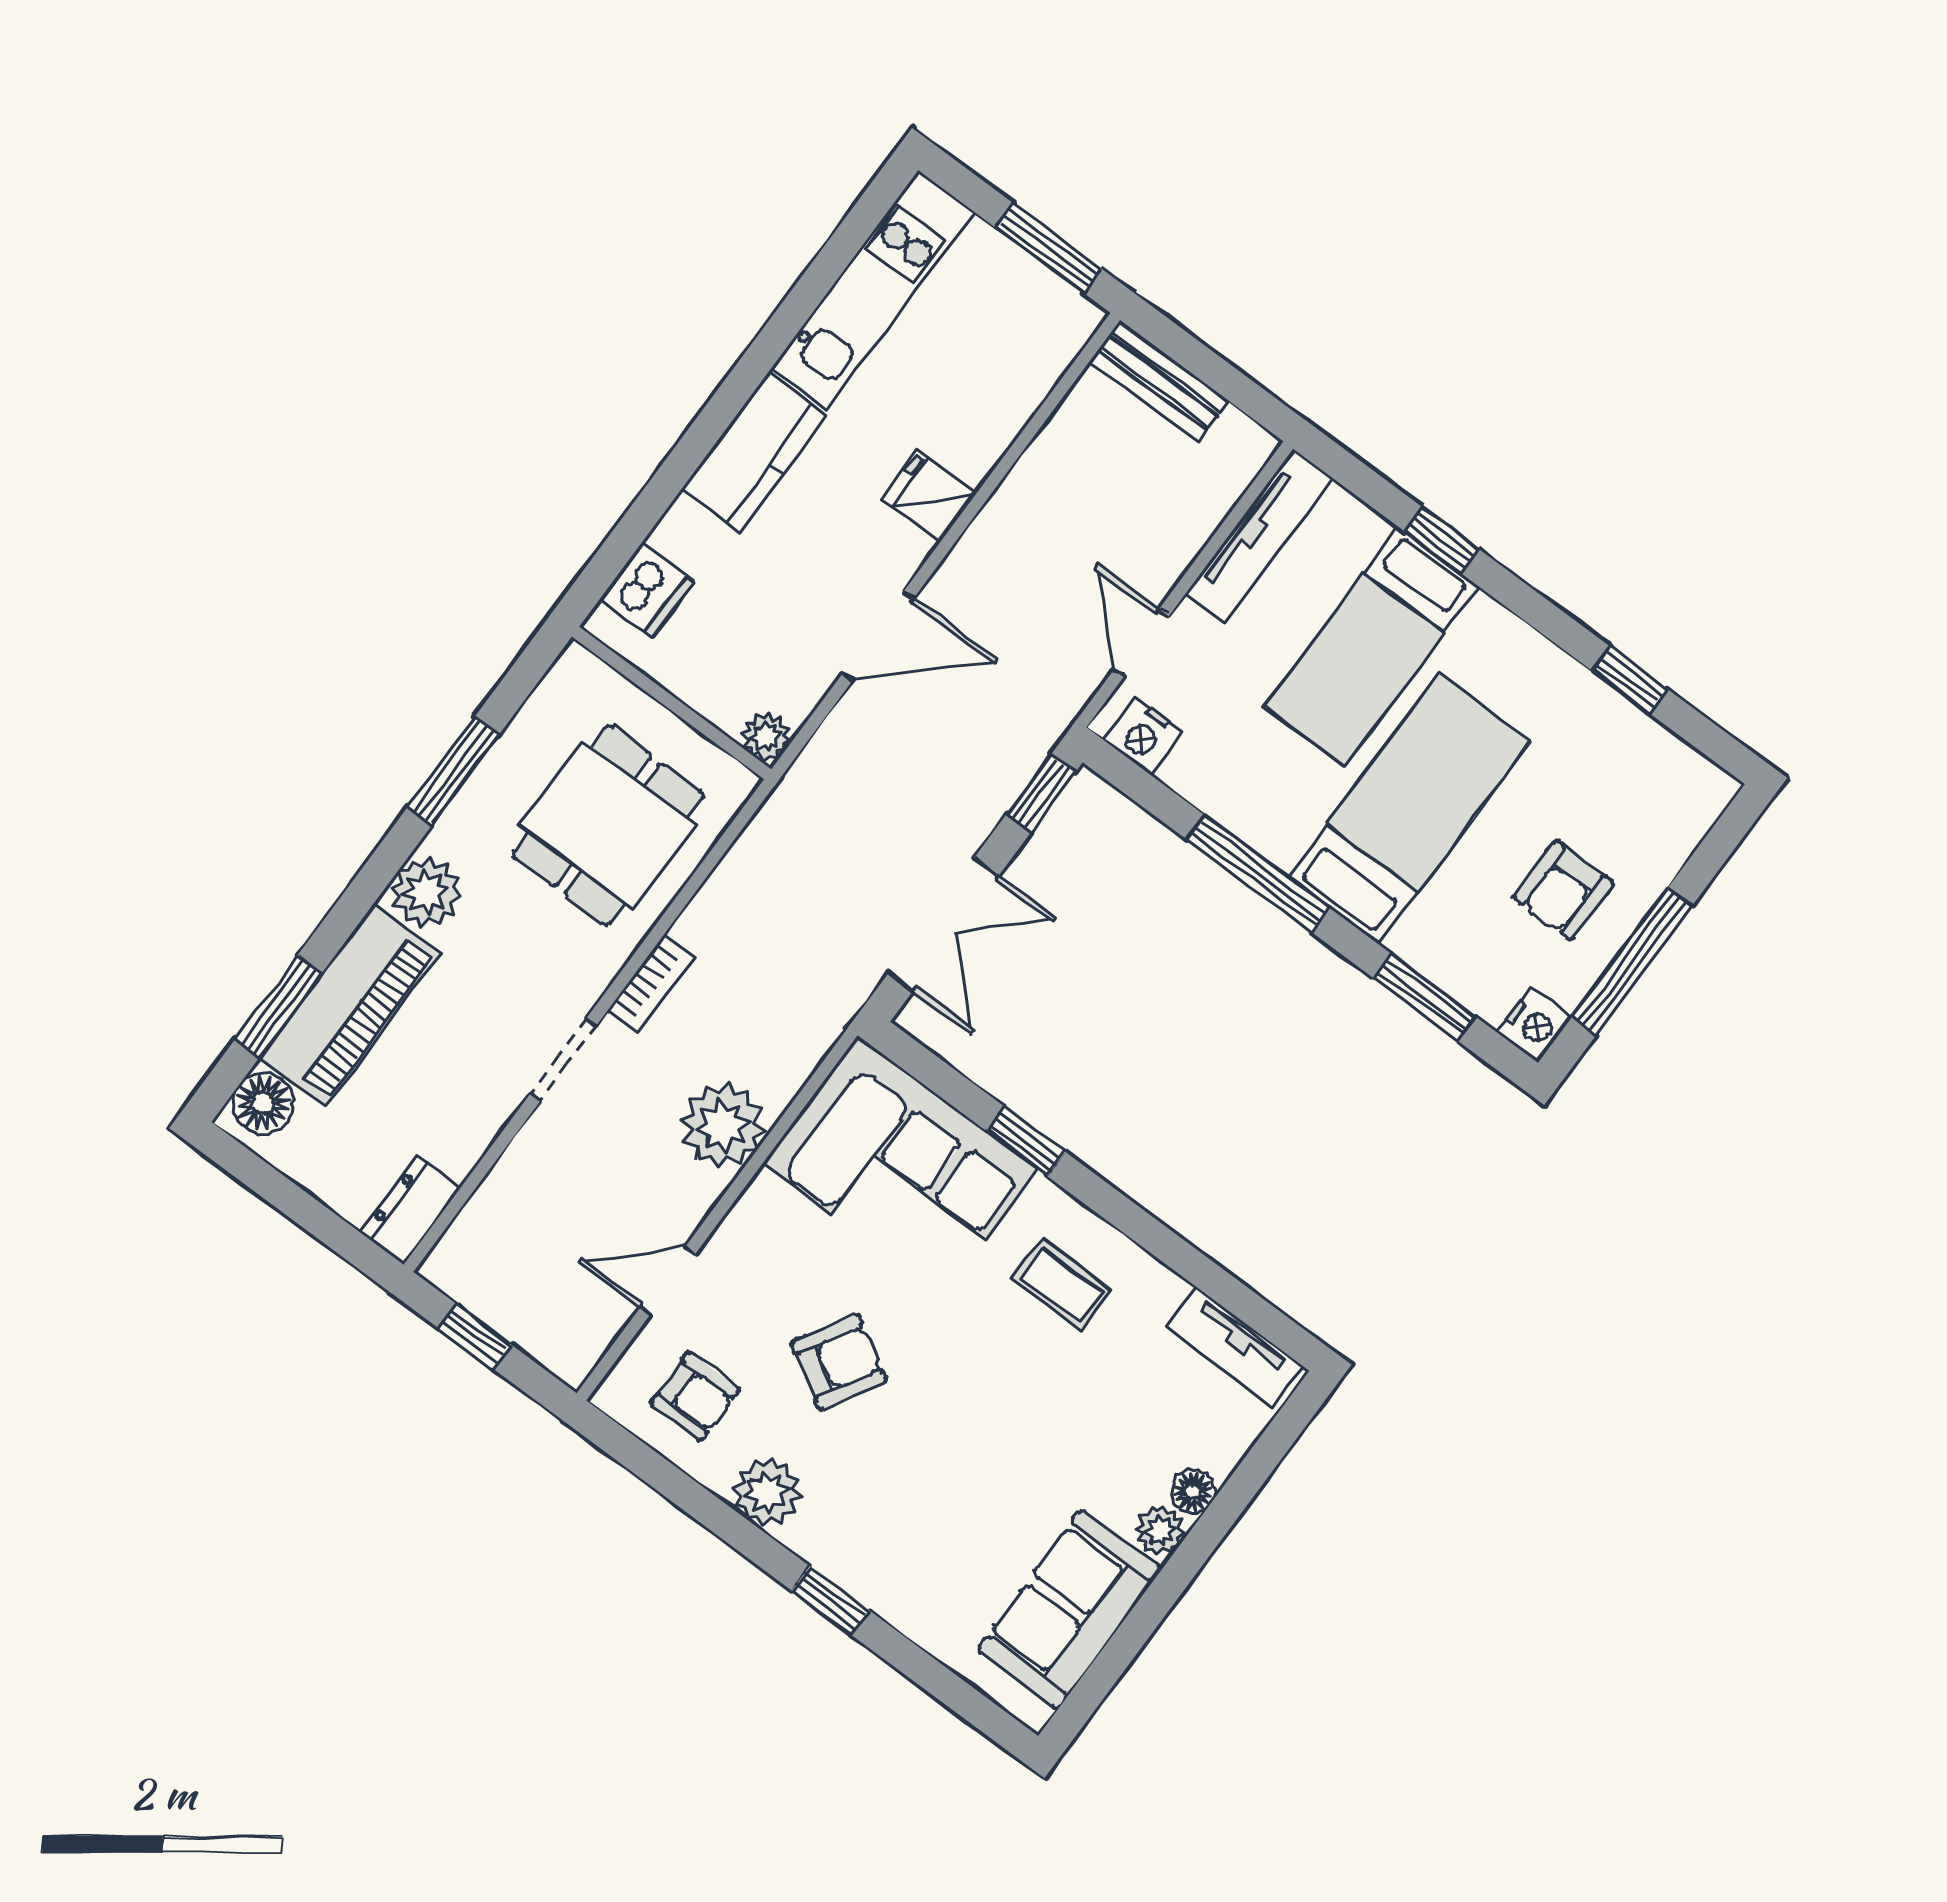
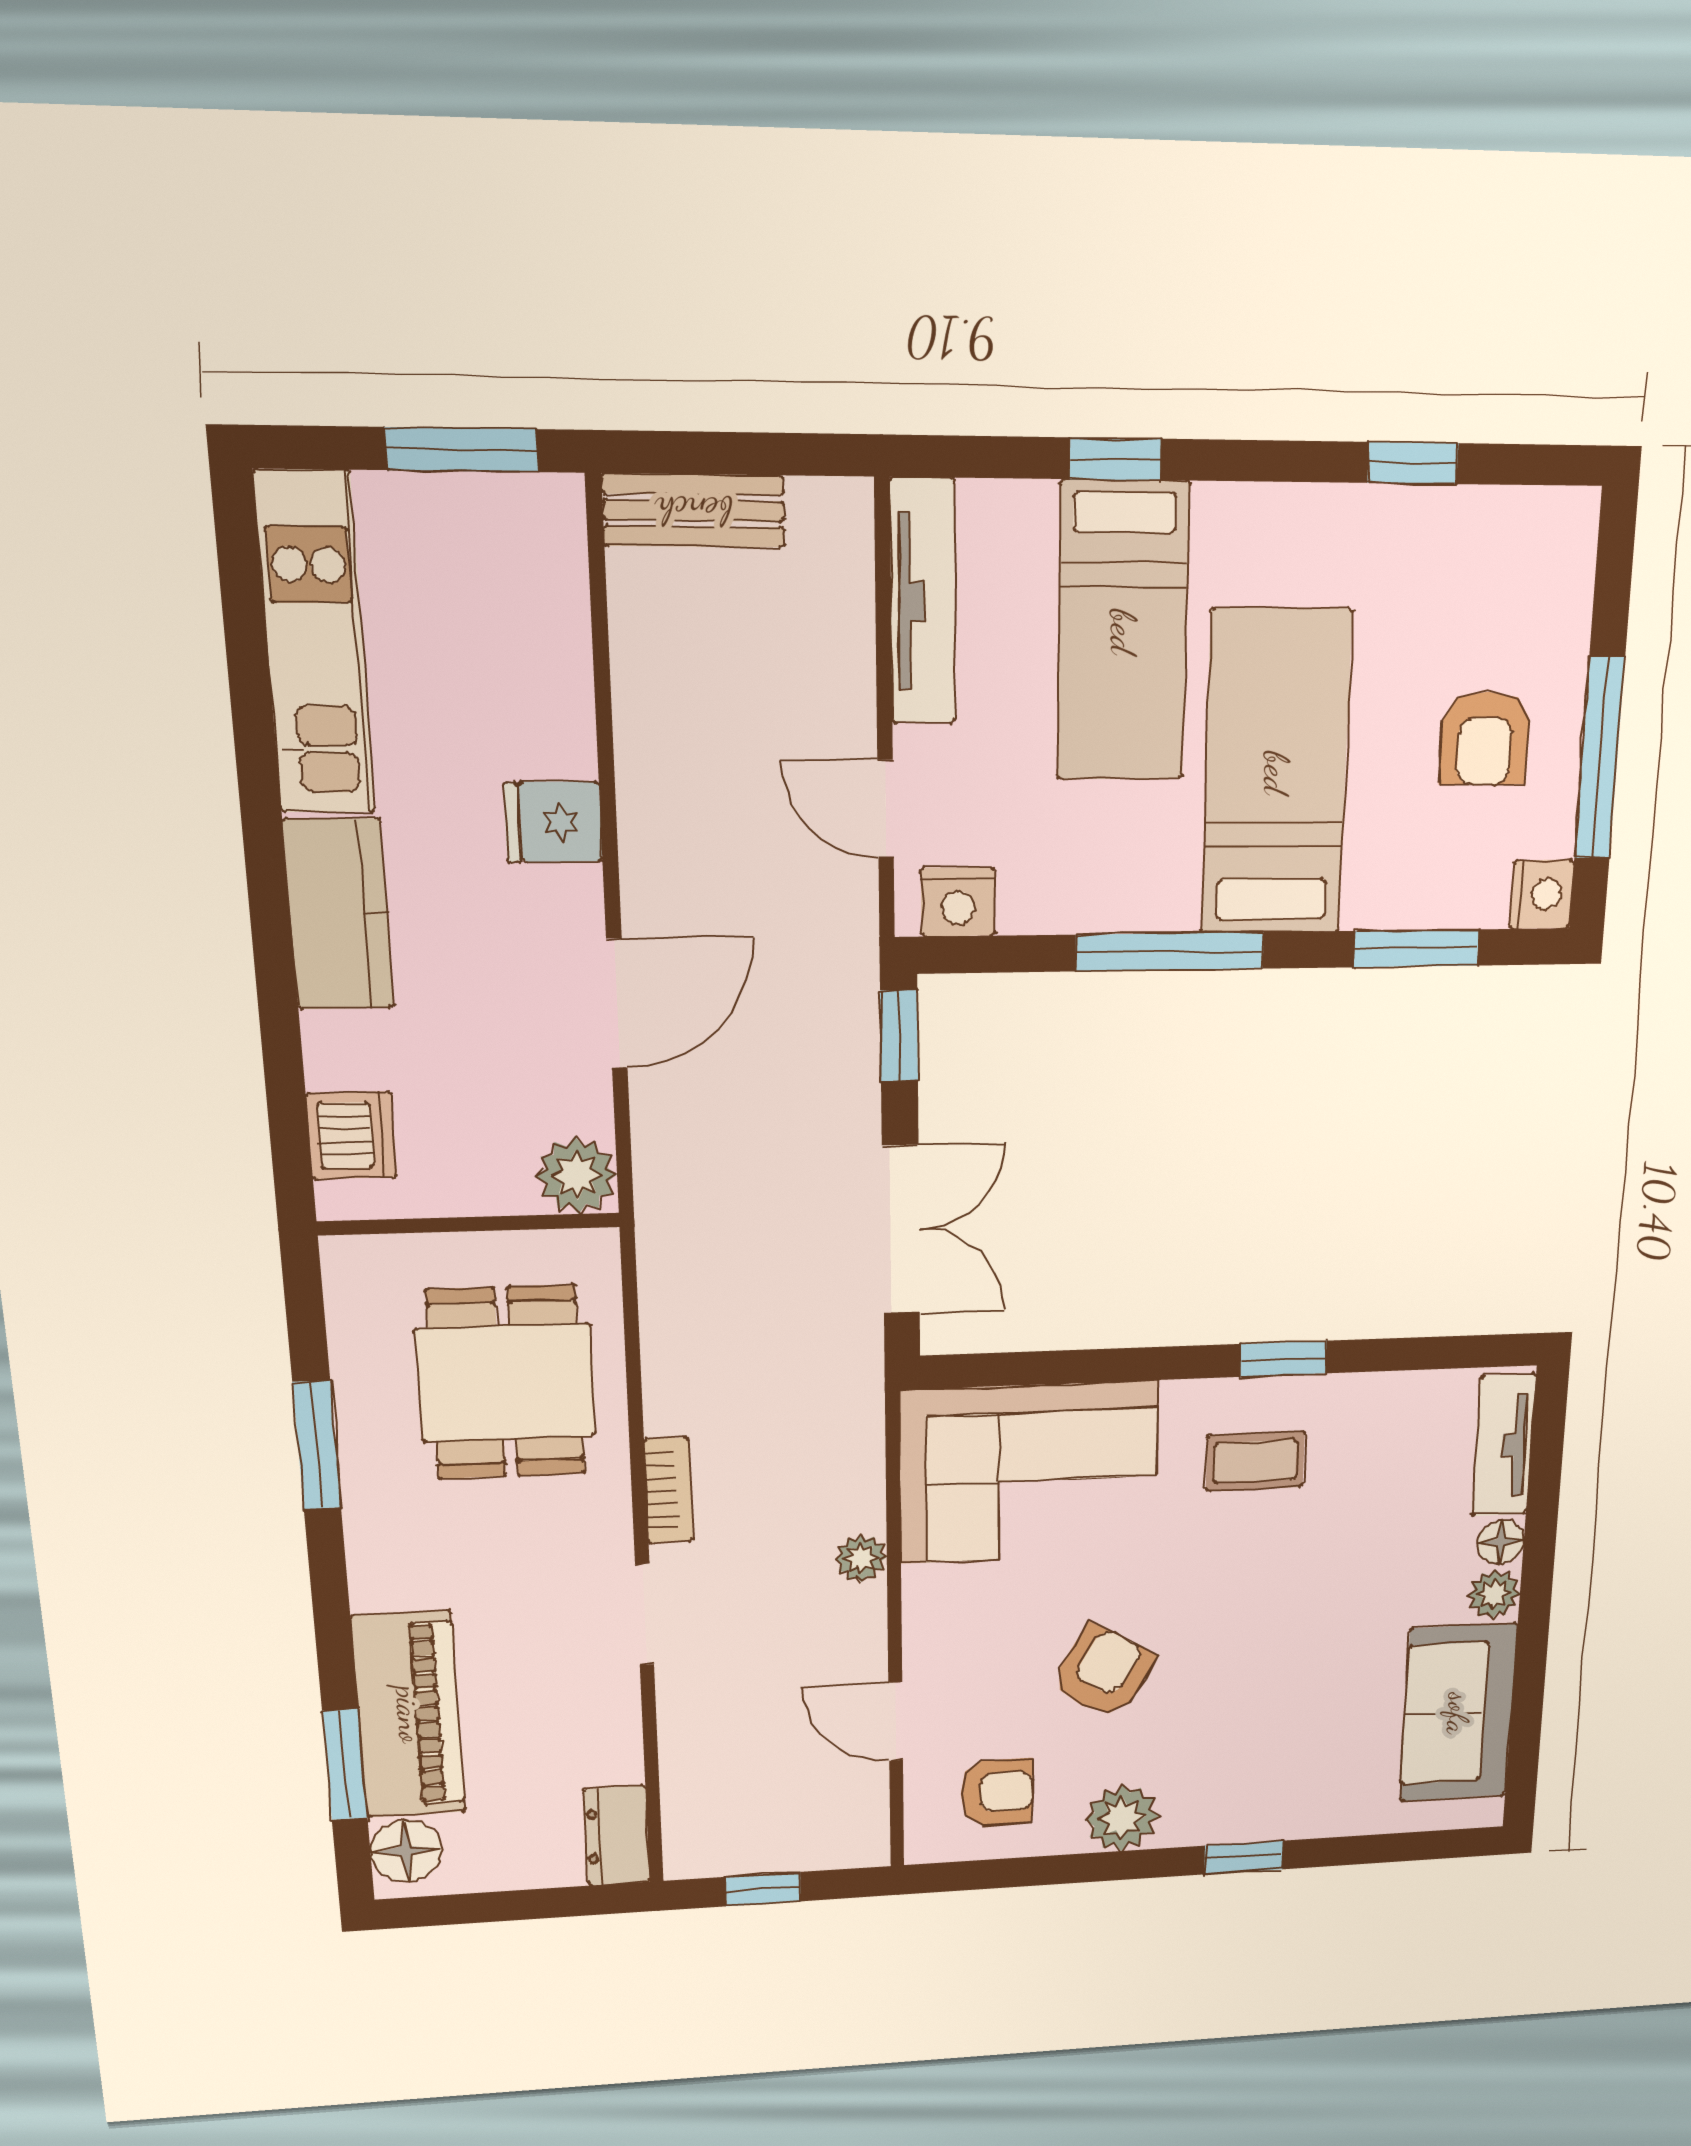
plant: (766, 737) -> (577, 1175), width x1.38, depth x1.38
plant: (426, 892) -> (389, 1569), removed
plant: (723, 1125) -> (861, 1558), width x0.53, depth x0.53
window: (1026, 1141) -> (1283, 1359), moved
door: (667, 1281) -> (896, 1722), hinge flipped
tv unit: (1234, 1346) -> (1504, 1445), moved, turned 90

